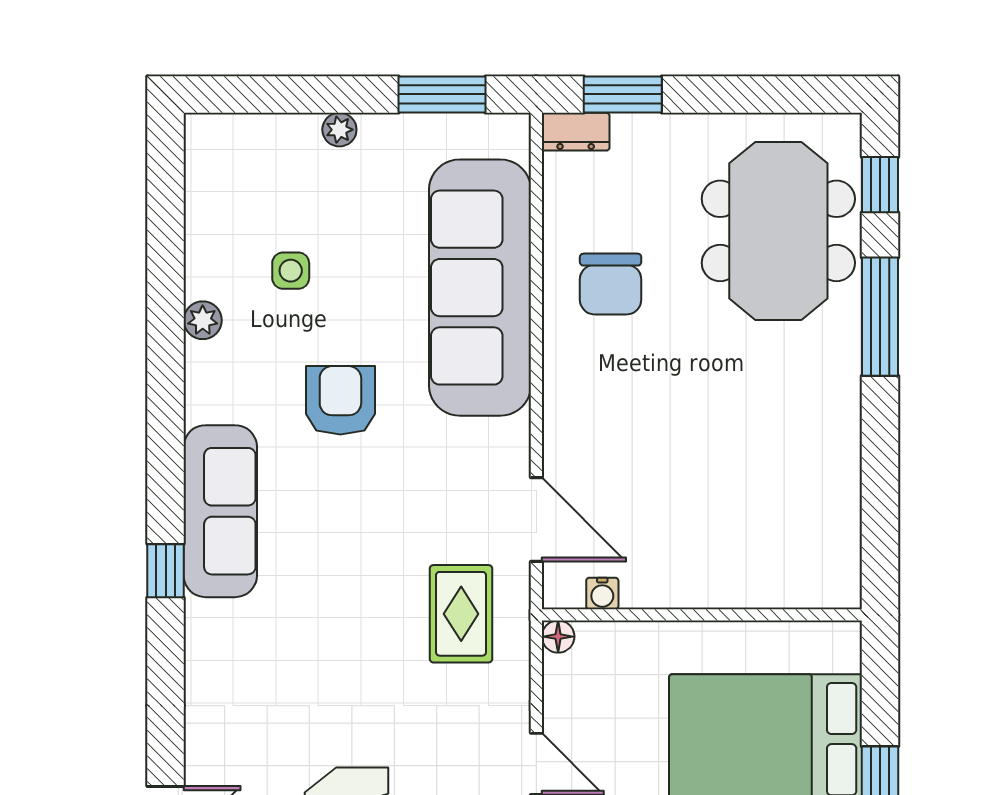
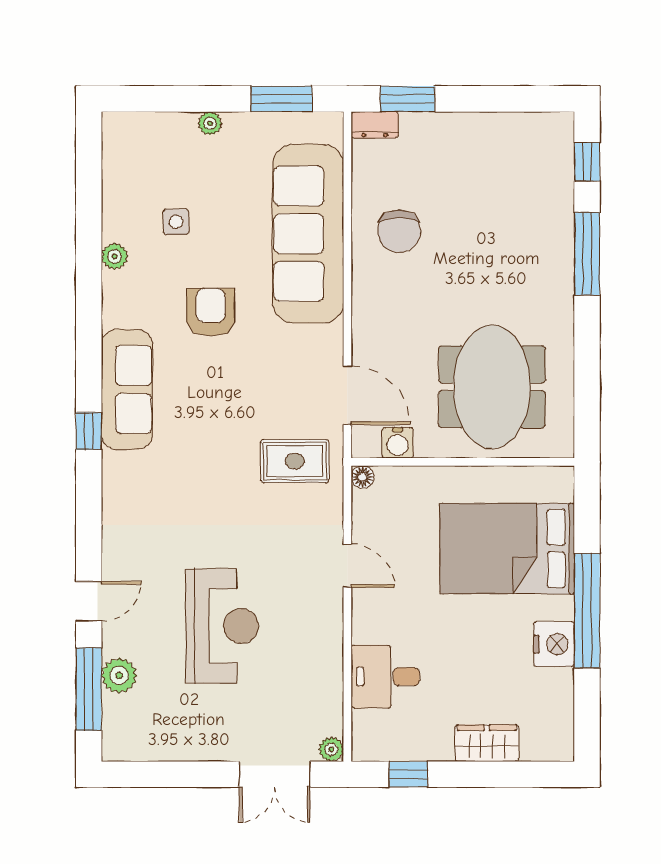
meeting table: (778, 231) -> (492, 387), moved
water cooler: (602, 593) -> (398, 443), width x1.38, depth x1.38
rug: (461, 614) -> (295, 461), turned 90

